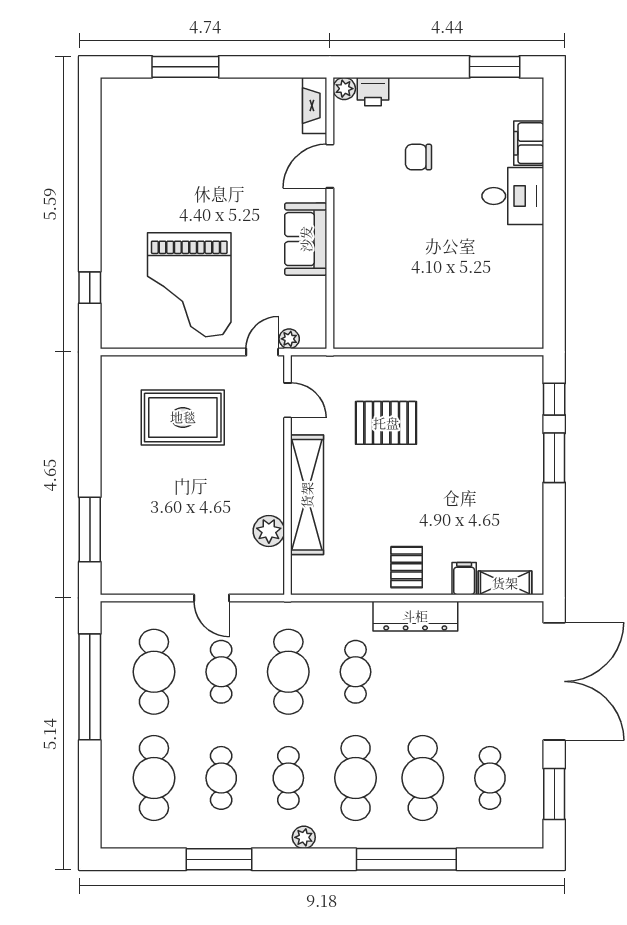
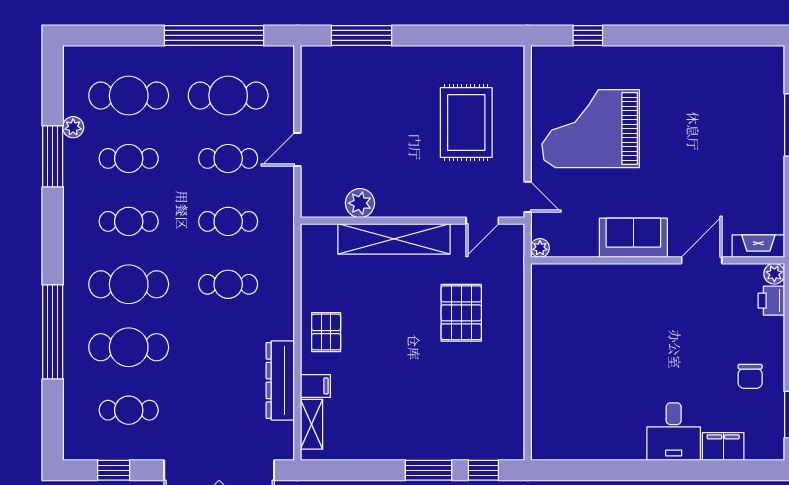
chair: (418, 157) -> (750, 376), moved, turned 180
door: (330, 166) -> (702, 260), hinge flipped
plant: (289, 339) -> (540, 248), moved
pallet: (407, 567) -> (326, 332), turned 90
dresser: (415, 616) -> (280, 381), moved
cafe table: (288, 672) -> (228, 221), width x0.73, depth x0.74
window: (554, 794) -> (114, 470), width x0.67
plant: (304, 837) -> (73, 127), moved

